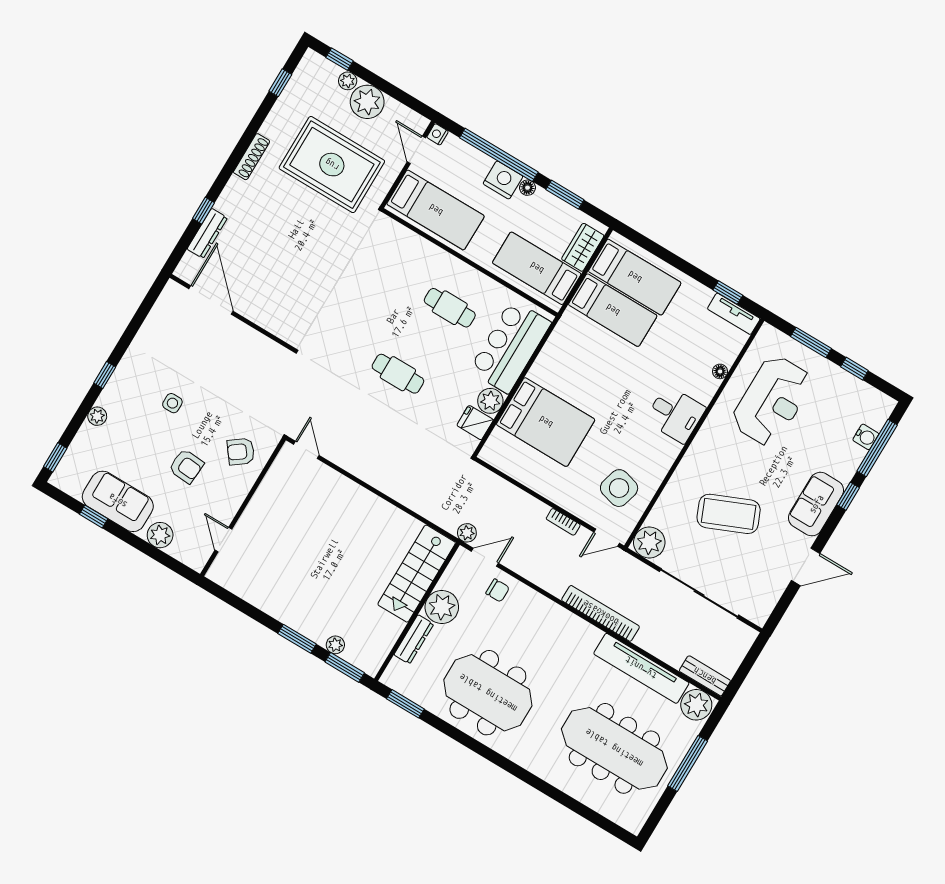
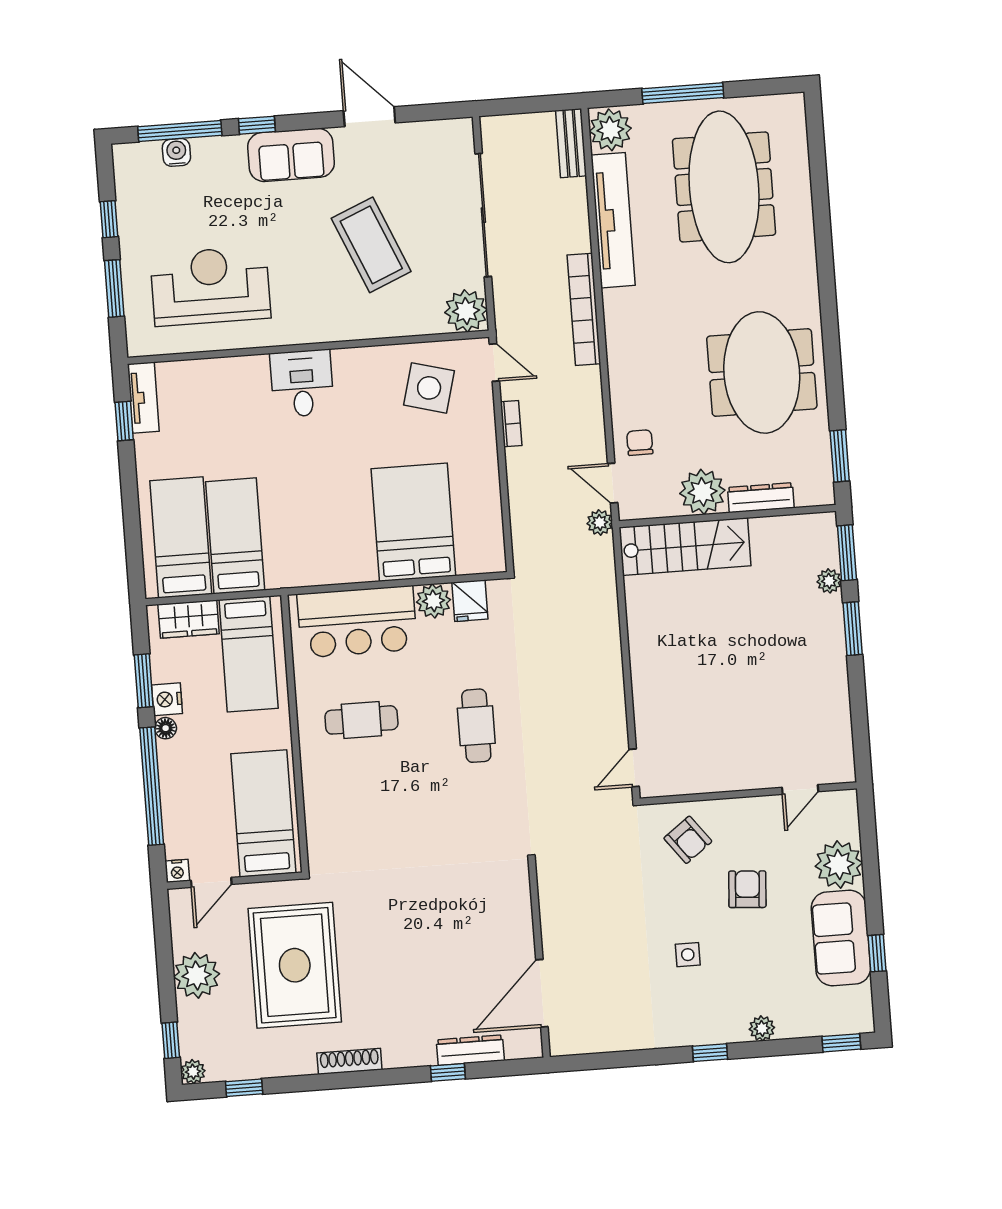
plant: (348, 81) -> (193, 1072), moved
nightstand: (503, 180) -> (167, 699), moved, width x0.74, depth x0.75
cafe table: (450, 308) -> (361, 720), turned 90
floor lamp: (720, 371) -> (219, 367), removed
plant: (160, 535) -> (839, 864), width x1.36, depth x1.36

